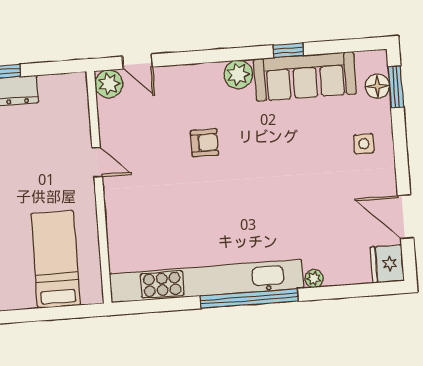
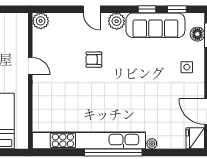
window: (339, 46) -> (177, 9), added
door: (137, 62) -> (92, 9), moved
armchair: (204, 143) -> (94, 60), turned 180

